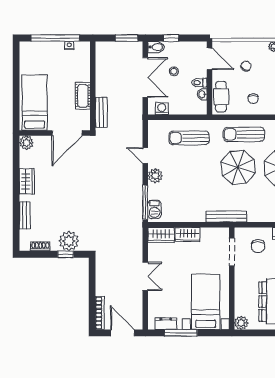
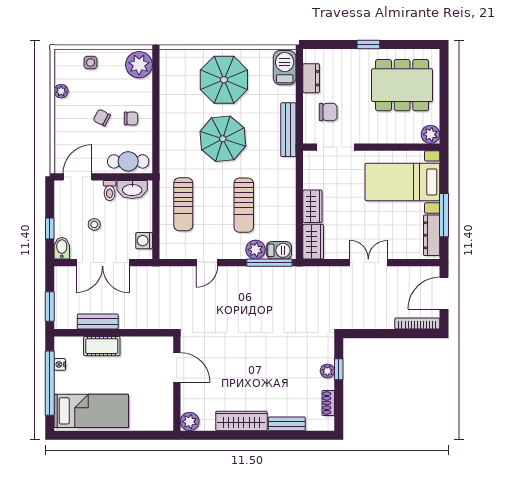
window: (127, 38) -> (50, 306), moved
chair: (246, 66) -> (102, 118), moved
double door: (145, 77) -> (103, 263), swing flipped
washbasin: (202, 94) -> (132, 190), width x1.91, depth x1.45
cot: (83, 96) -> (102, 346), moved
bed: (35, 103) -> (91, 411), moved, turned 180
bench: (101, 112) -> (98, 321), moved
door: (67, 133) -> (177, 367), width x0.73
sun lounger: (244, 134) -> (244, 205), moved
plant: (155, 176) -> (256, 250), moved
wardrobe: (27, 181) -> (241, 421), width x1.50
bench: (226, 217) -> (288, 130), moved
plant: (69, 241) -> (327, 371), width x0.53, depth x0.53
dresser: (166, 324) -> (432, 235), width x1.44

